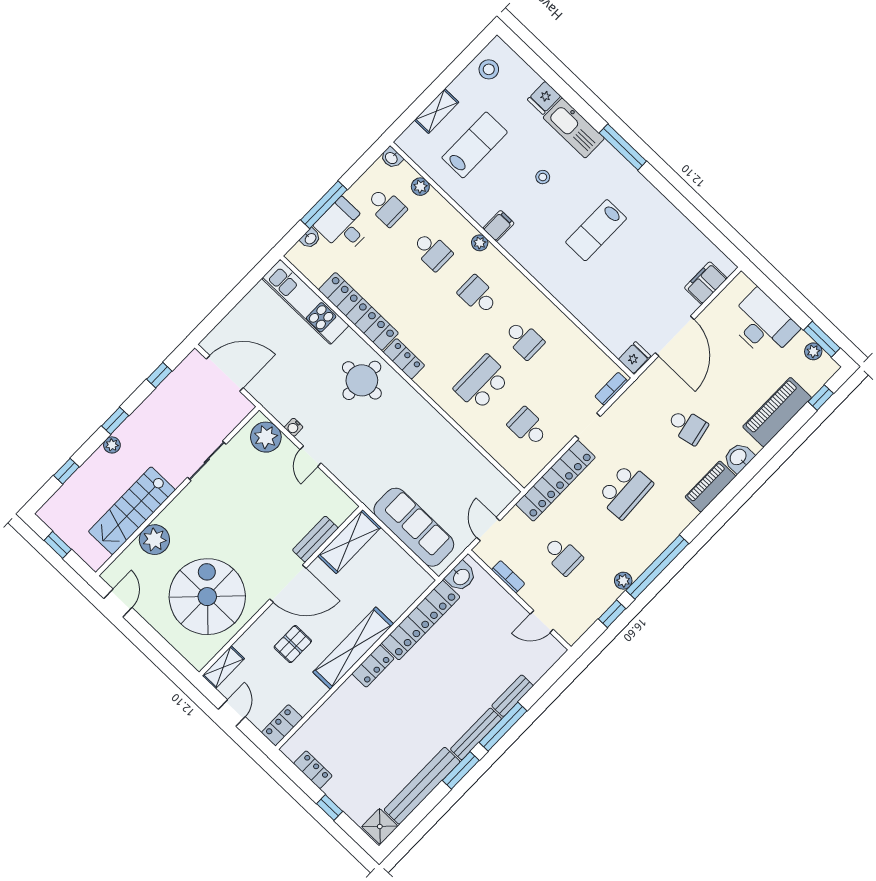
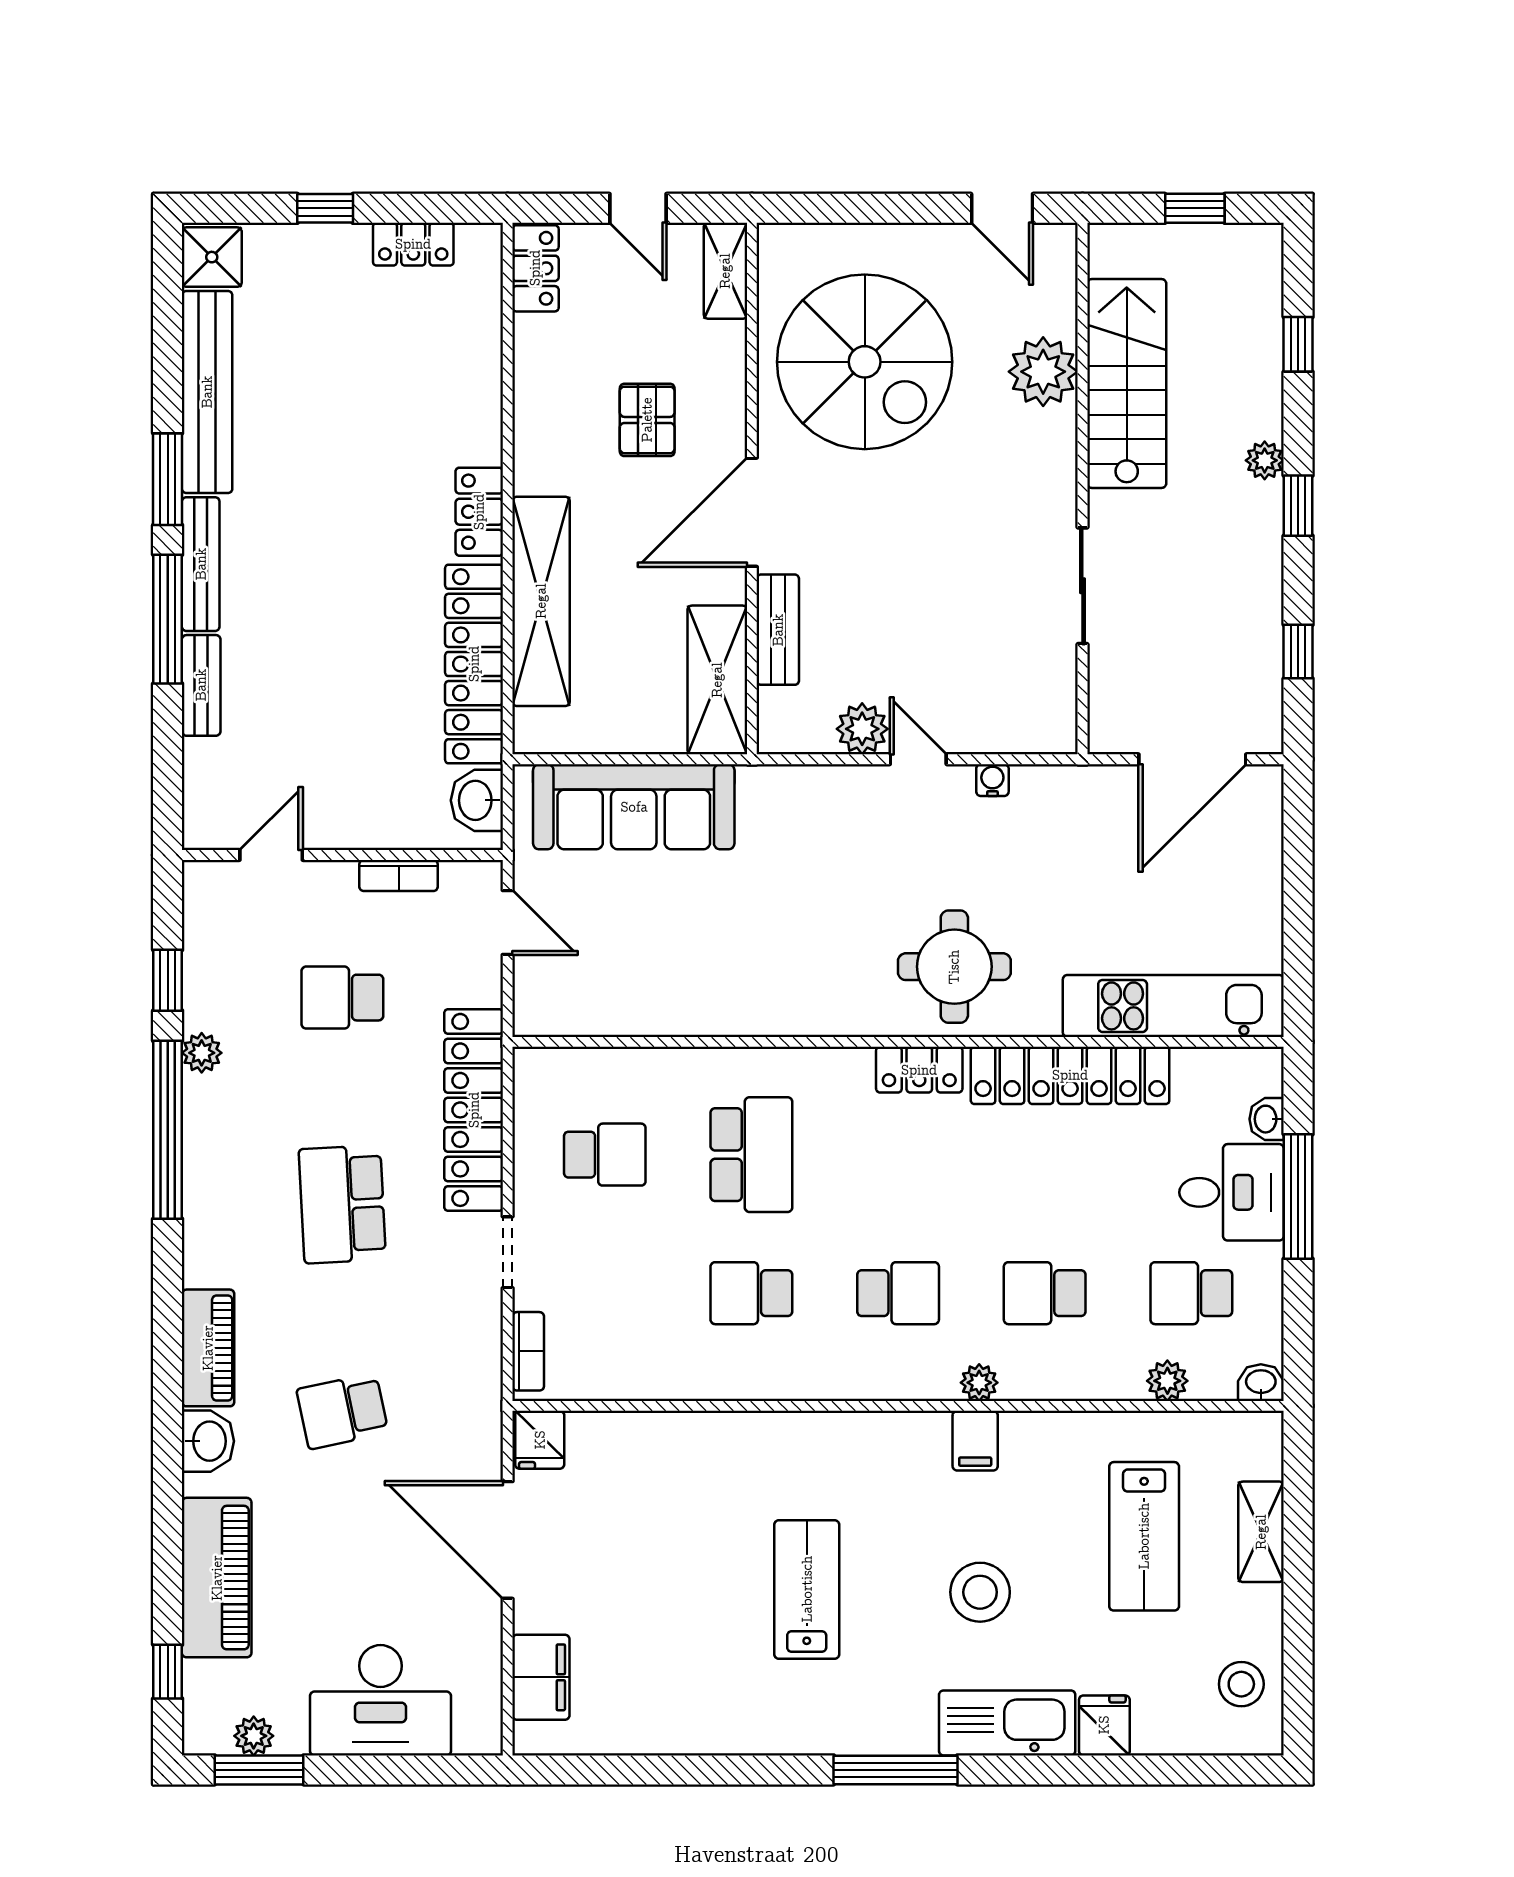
stool: (543, 177) -> (980, 1592), width x1.89, depth x1.89
plant: (266, 437) -> (862, 729), moved, width x0.73, depth x0.73
shelving: (353, 648) -> (541, 601), moved

